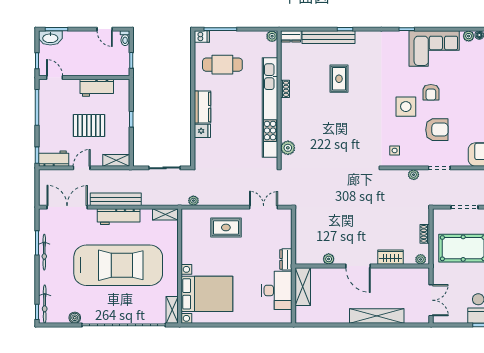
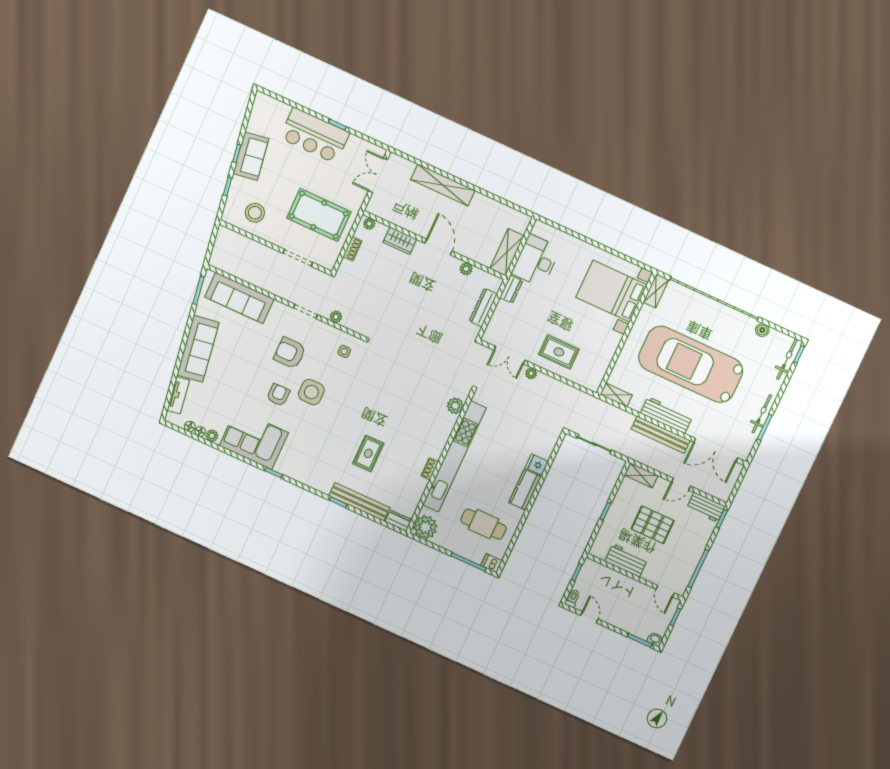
plant: (272, 36) -> (425, 527), width x1.87, depth x1.87
washbasin: (50, 38) -> (655, 639), width x0.52, depth x0.69
plant: (193, 201) -> (531, 373), moved
dresser: (301, 235) -> (483, 307), added

